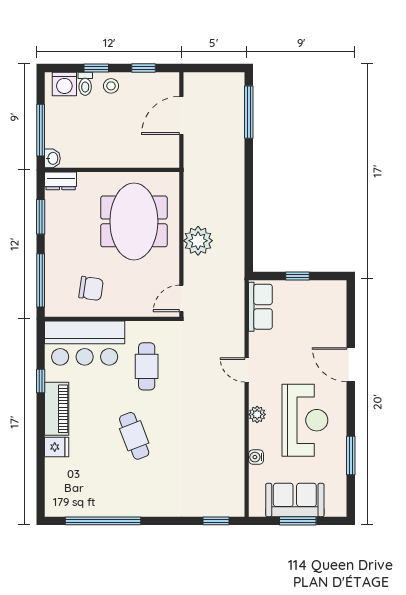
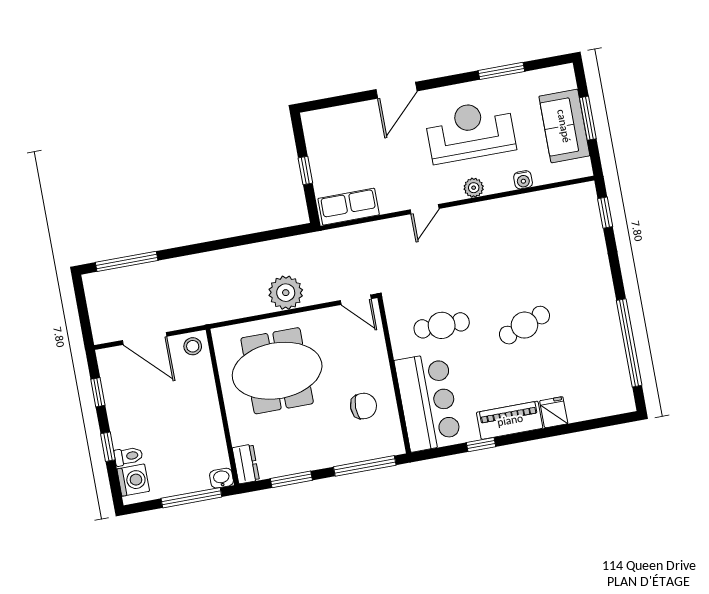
stool: (111, 86) -> (193, 346), moved
chair: (91, 288) -> (363, 406), turned 82

